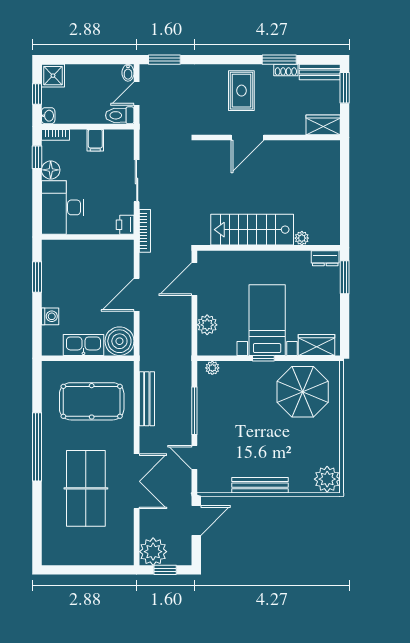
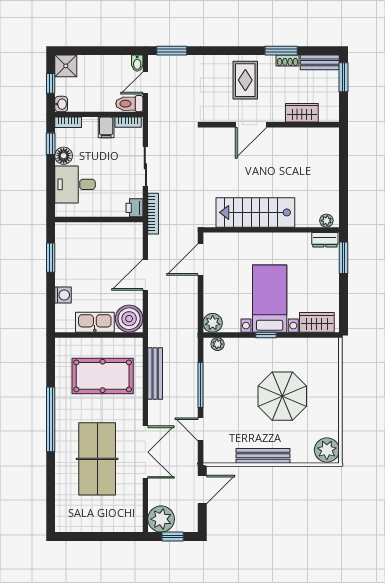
wardrobe: (323, 125) -> (302, 113), moved
bookcase: (119, 135) -> (128, 122), added
desk: (63, 207) -> (75, 184), width x0.73
plant: (302, 238) -> (326, 221), moved
plant: (207, 325) -> (213, 323), moved
parasol: (303, 392) -> (282, 396), moved

